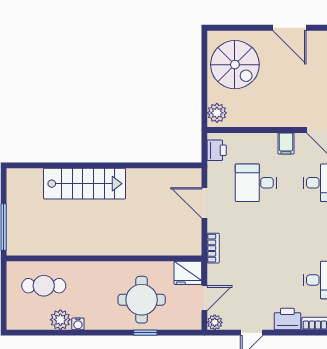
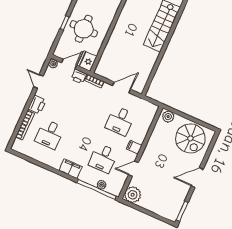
spiral stairs: (235, 65) -> (190, 138), turned -90
printer: (217, 150) -> (79, 76), moved
desk: (256, 183) -> (120, 121), turned 180
door: (204, 298) -> (69, 64), swing flipped

